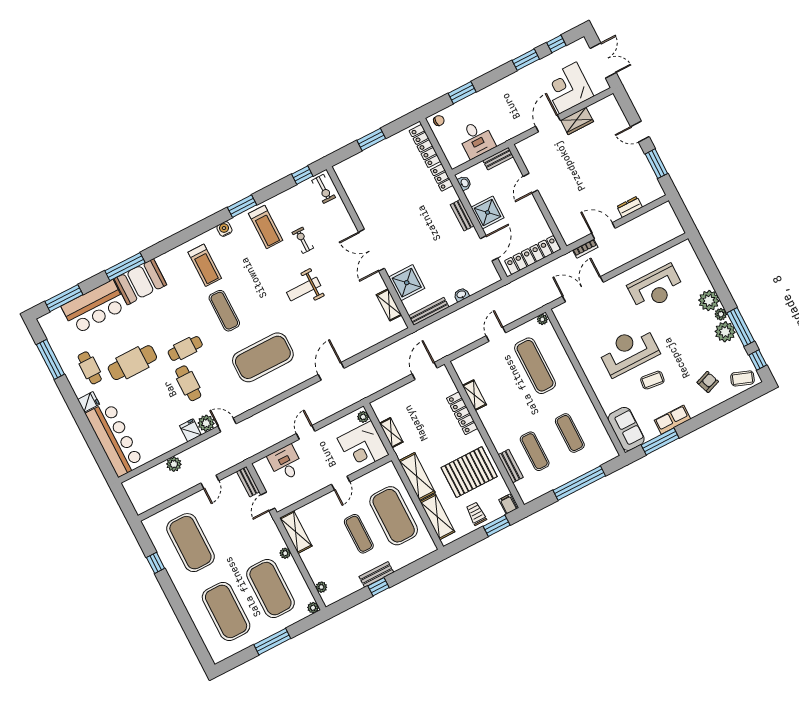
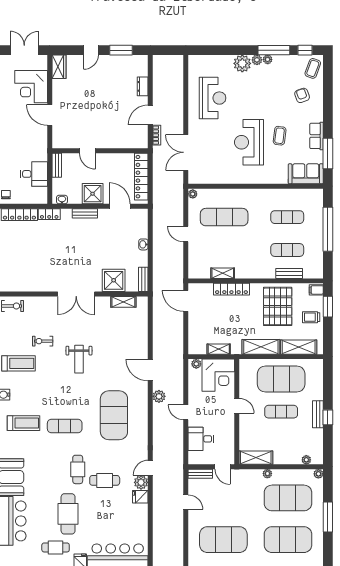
wardrobe: (577, 121) -> (59, 67), moved
bench: (429, 311) -> (143, 279), width x0.73
plant: (725, 332) -> (268, 59), width x0.53, depth x0.53
plant: (174, 464) -> (159, 396), moved

